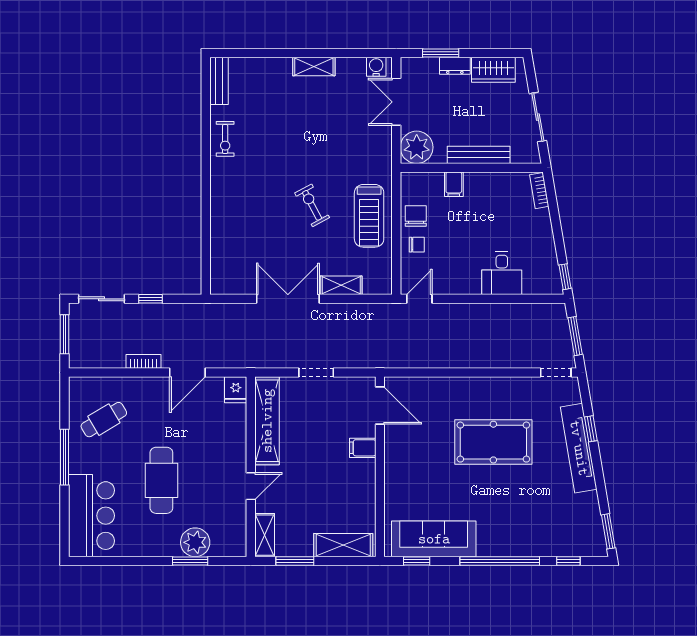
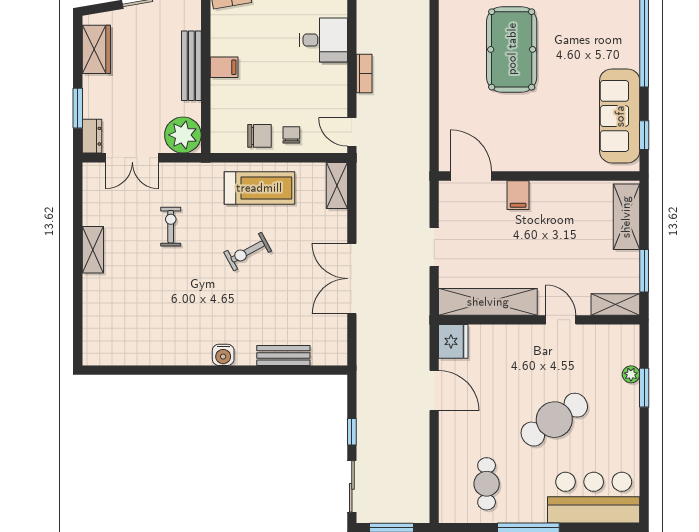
dresser: (455, 66) -> (92, 136), moved
water cooler: (376, 67) -> (223, 355), moved, turned -90
bench: (219, 81) -> (283, 355), moved
exercise bike: (225, 139) -> (171, 227), moved, turned -90
filing cabinet: (454, 184) -> (224, 67), moved
chair: (416, 216) -> (260, 136), turned 180
shelving: (341, 285) -> (337, 186), moved
bookcase: (143, 361) -> (364, 74), moved, turned 180
fridge: (236, 390) -> (453, 341), width x1.38
door: (380, 405) -> (471, 176), hinge flipped
cafe table: (104, 420) -> (487, 484), turned 31
cafe table: (161, 480) -> (554, 420), turned -34
plant: (195, 542) -> (631, 374), width x0.53, depth x0.53

